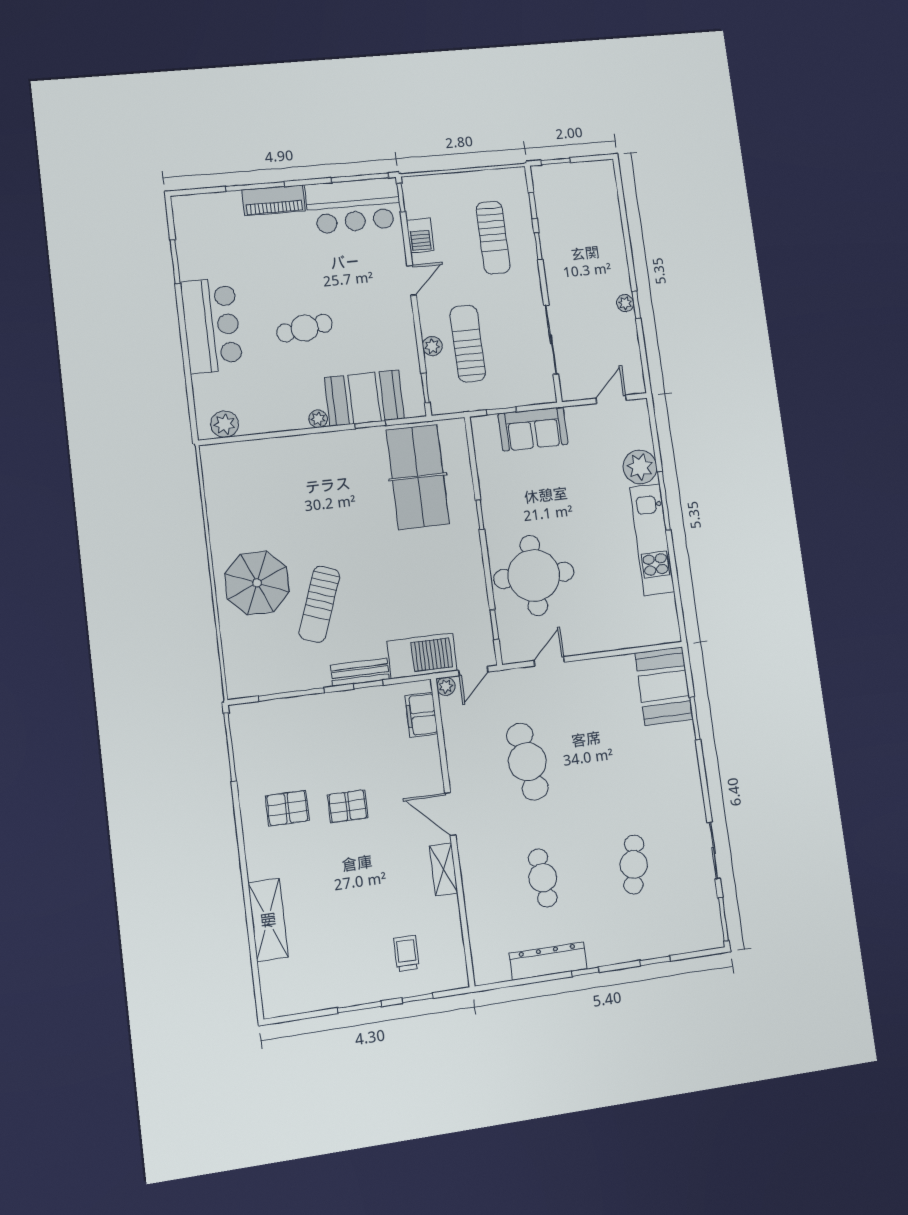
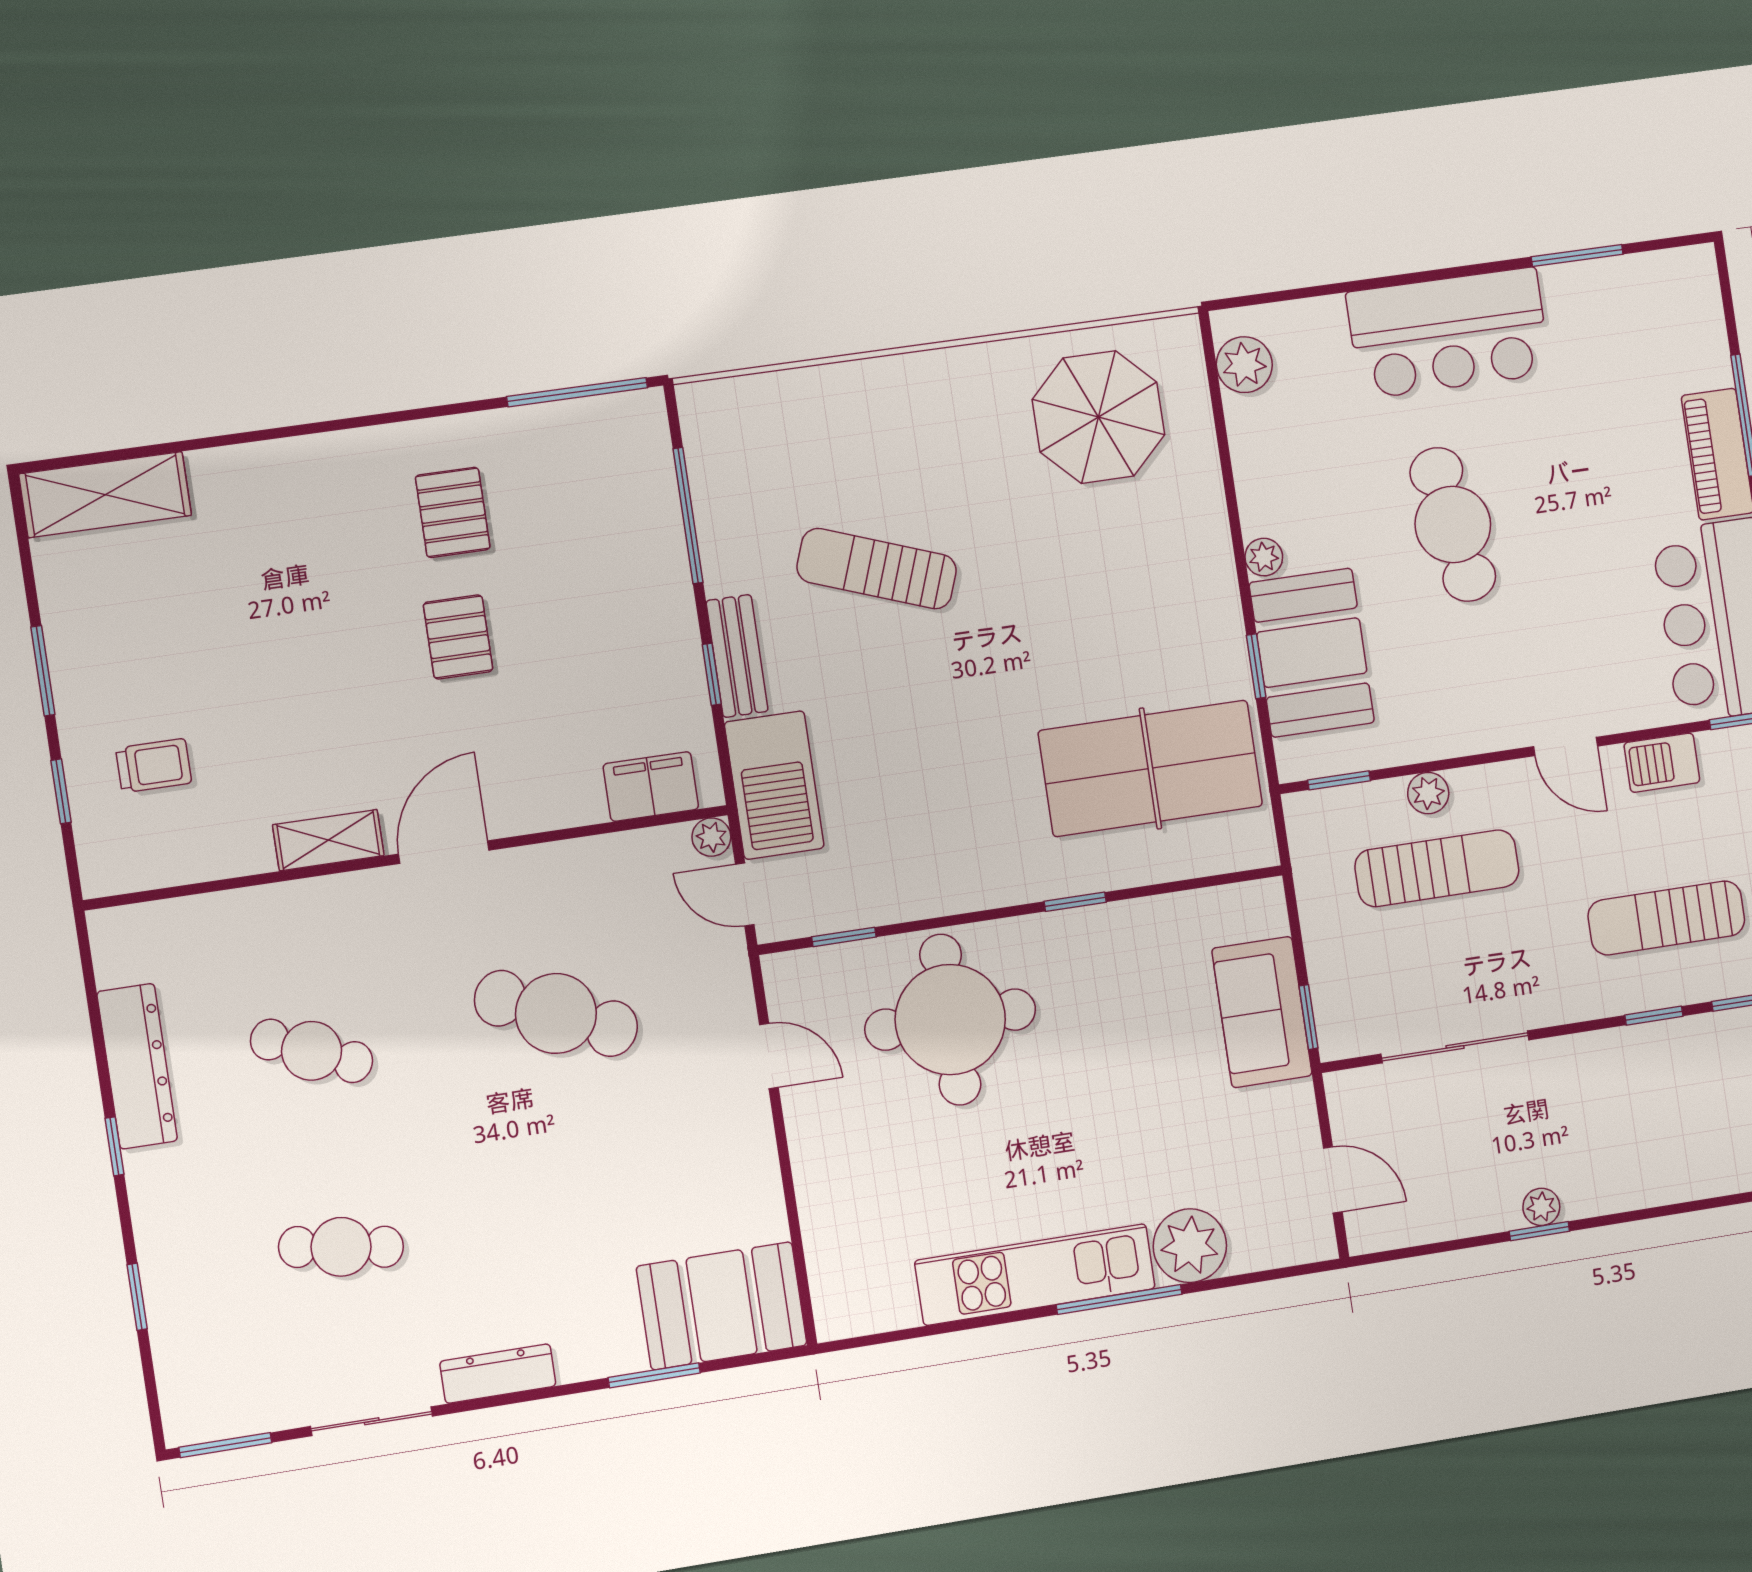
cafe table: (305, 328) -> (1453, 524), width x1.37, depth x1.35
window: (501, 411) -> (1308, 1017), moved
parasol: (257, 583) -> (1099, 417), moved
cafe table: (527, 762) -> (556, 1013), turned 33
dresser: (693, 791) -> (498, 1374), added
cafe table: (543, 878) -> (312, 1051), turned 30
shelving: (268, 920) -> (105, 495), moved

